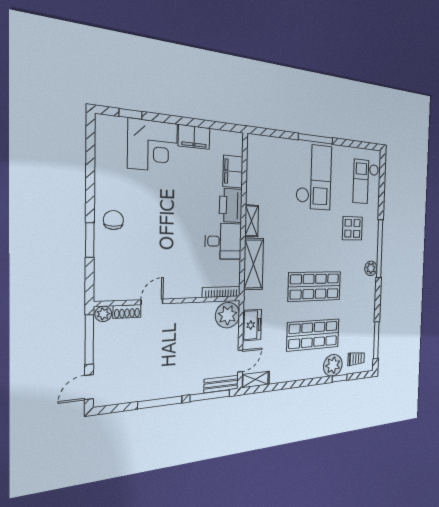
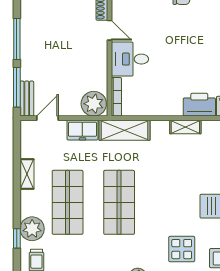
desk: (223, 241) -> (130, 59), moved, turned 90
shelving: (254, 264) -> (125, 130), moved
door: (240, 361) -> (47, 118), swing flipped
shelving: (256, 380) -> (27, 174), moved

